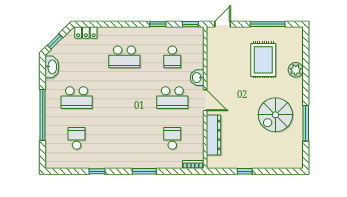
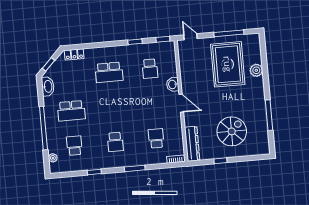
door: (223, 24) -> (190, 37), hinge flipped
rug: (263, 60) -> (228, 64), width x1.37, depth x1.44
school desk: (172, 98) -> (115, 142), moved, width x0.54
spiral stairs: (275, 115) -> (232, 131), moved, turned 180
dresser: (214, 135) -> (192, 144), moved
plant: (50, 150) -> (53, 158), added

